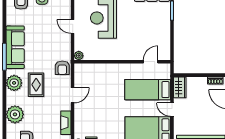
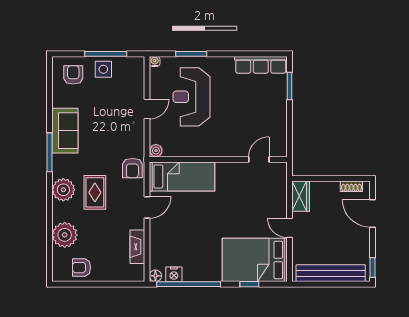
door: (73, 27) -> (147, 109), swing flipped
sofa: (15, 47) -> (65, 131), width x0.73
bed: (148, 90) -> (182, 176), moved, turned 180

